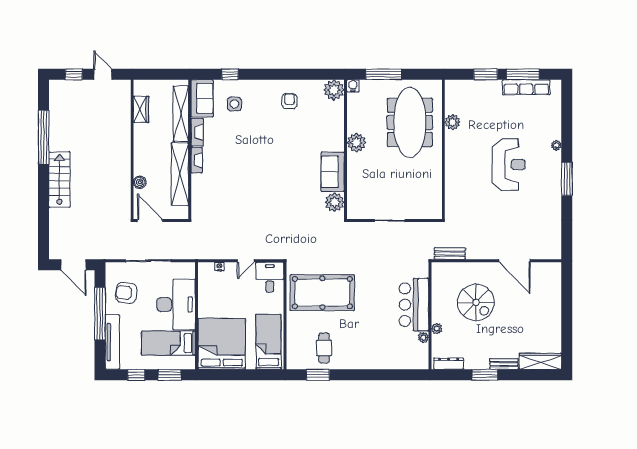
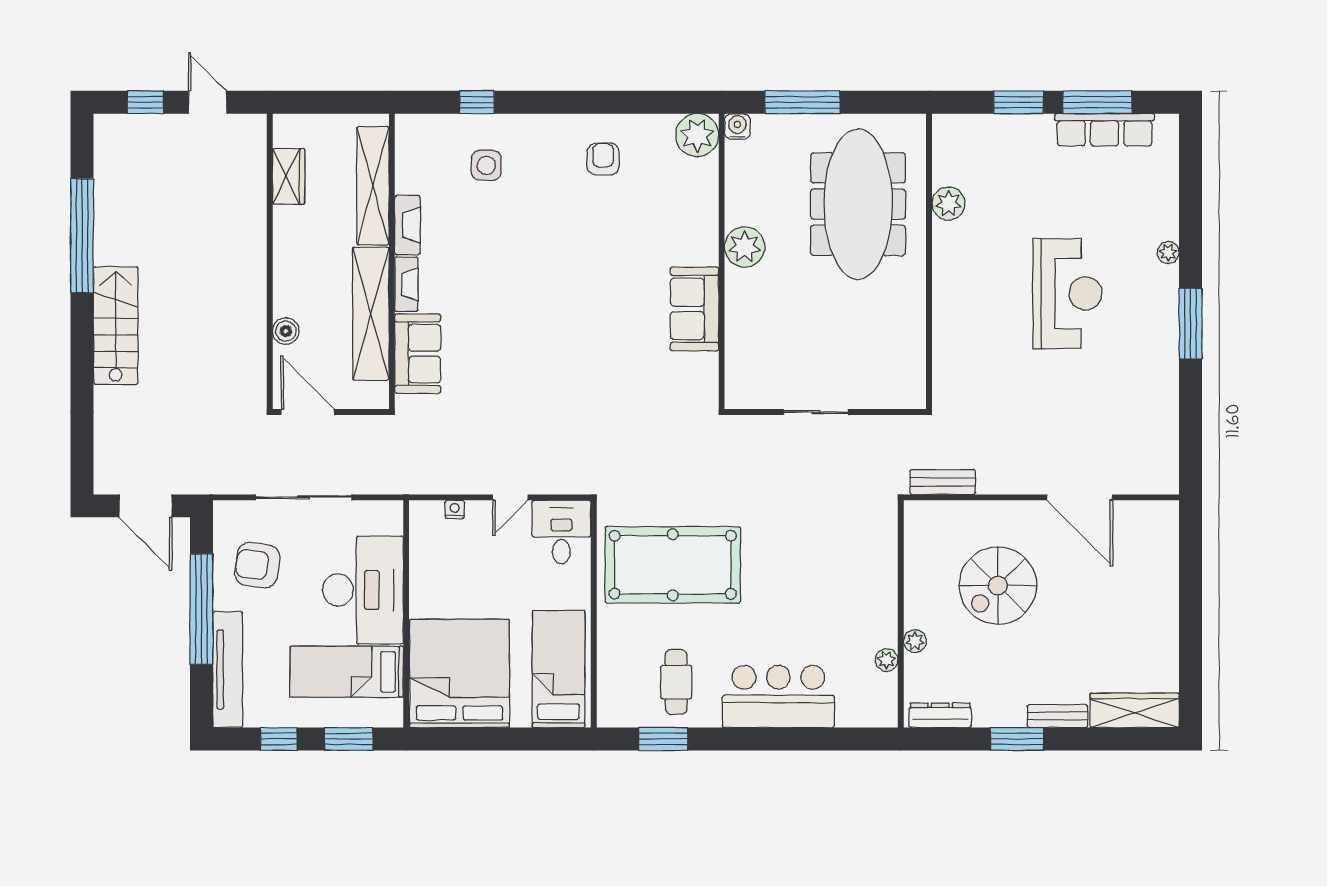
sofa: (202, 98) -> (418, 354), moved
plant: (335, 202) -> (699, 373), removed
spiral stairs: (476, 302) -> (998, 586), turned 90
bar counter: (414, 305) -> (778, 696), moved, turned 90

